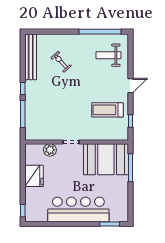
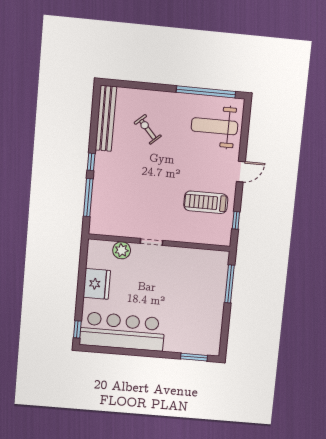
weight bench: (108, 55) -> (214, 126), width x1.36, depth x1.33
booth: (106, 159) -> (197, 270), removed
bar counter: (78, 209) -> (122, 332), moved

